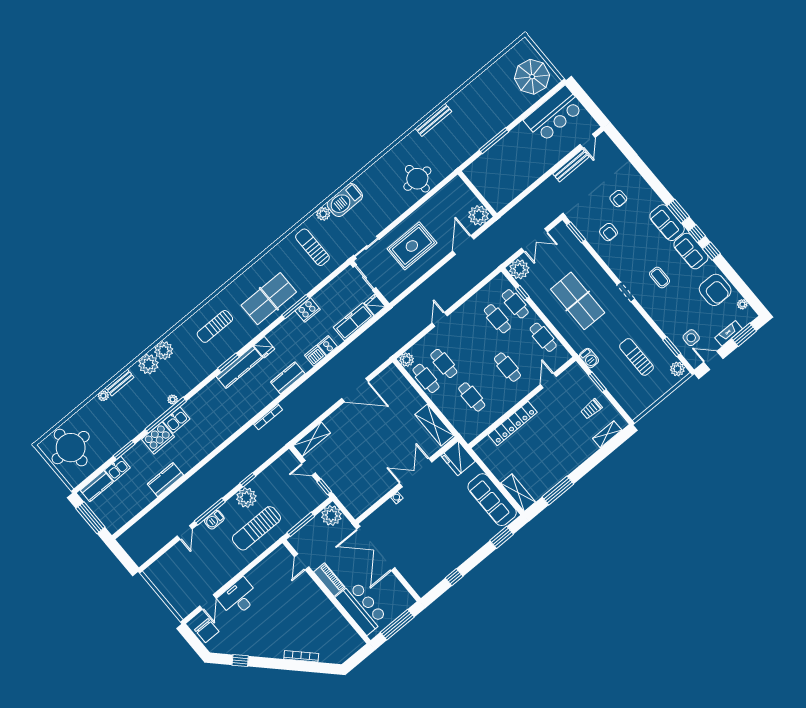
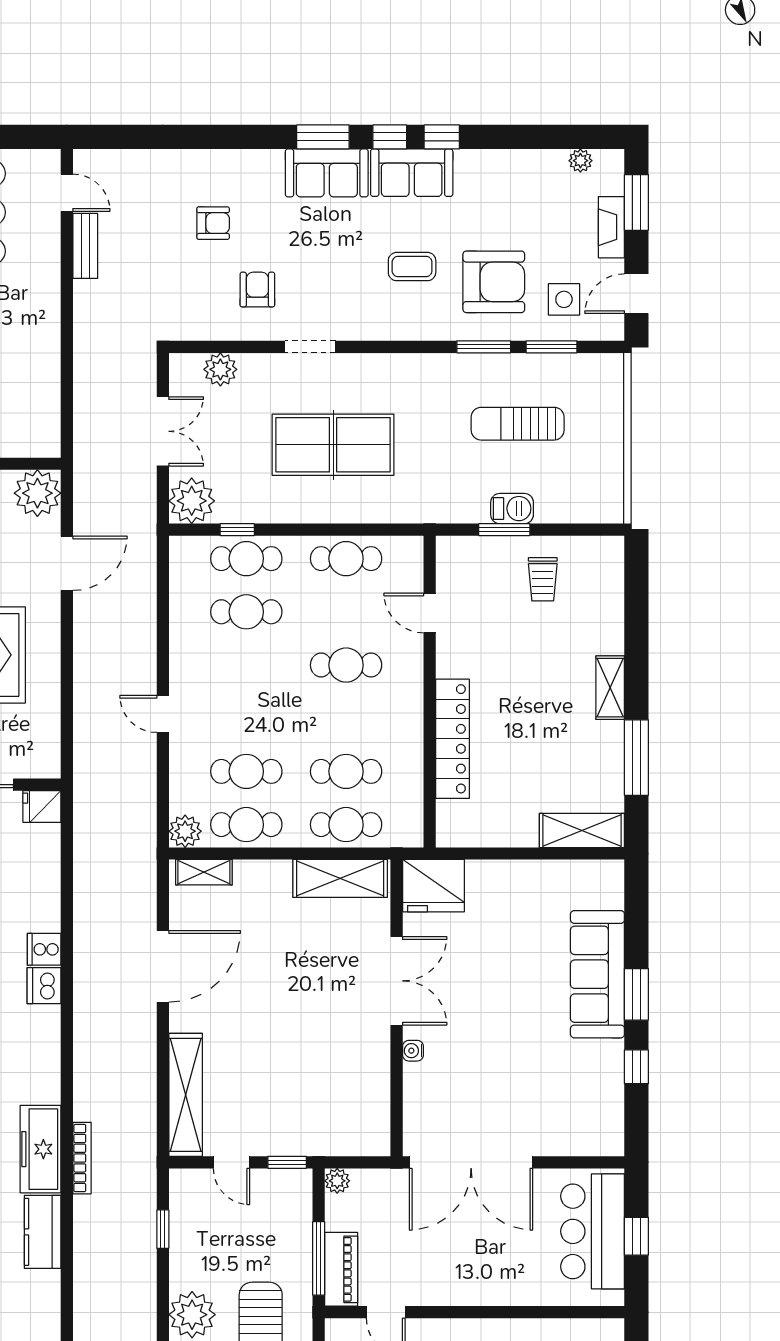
bench: (571, 165) -> (85, 246), width x0.73
window: (576, 232) -> (484, 347), moved
armchair: (609, 232) -> (257, 290), turned -90
door: (463, 245) -> (67, 563), swing flipped
armchair: (715, 290) -> (494, 282), moved
doorway: (626, 292) -> (310, 347), moved
freezer: (354, 322) -> (40, 1149), moved
barbecue: (589, 358) -> (512, 509), moved
plant: (677, 369) -> (220, 369), moved
kitchen counter: (288, 378) -> (43, 1232), moved
shelving: (398, 378) -> (204, 872), added
cafe table: (454, 412) -> (346, 825), added
shelving: (607, 434) -> (610, 688), moved
shelving: (312, 439) -> (186, 1095), width x1.47
door: (309, 468) -> (232, 1162), hinge flipped
double door: (416, 473) -> (397, 981), swing flipped
window: (248, 480) -> (163, 1229), moved
sofa: (492, 500) -> (597, 974), moved, turned 90
plant: (331, 515) -> (337, 1181), width x0.53, depth x0.53
window: (502, 537) -> (636, 994), moved
piano: (329, 580) -> (341, 1269), moved, turned 90
bar counter: (362, 608) -> (593, 1231), moved, turned -90
window: (397, 625) -> (636, 1236), width x0.46

